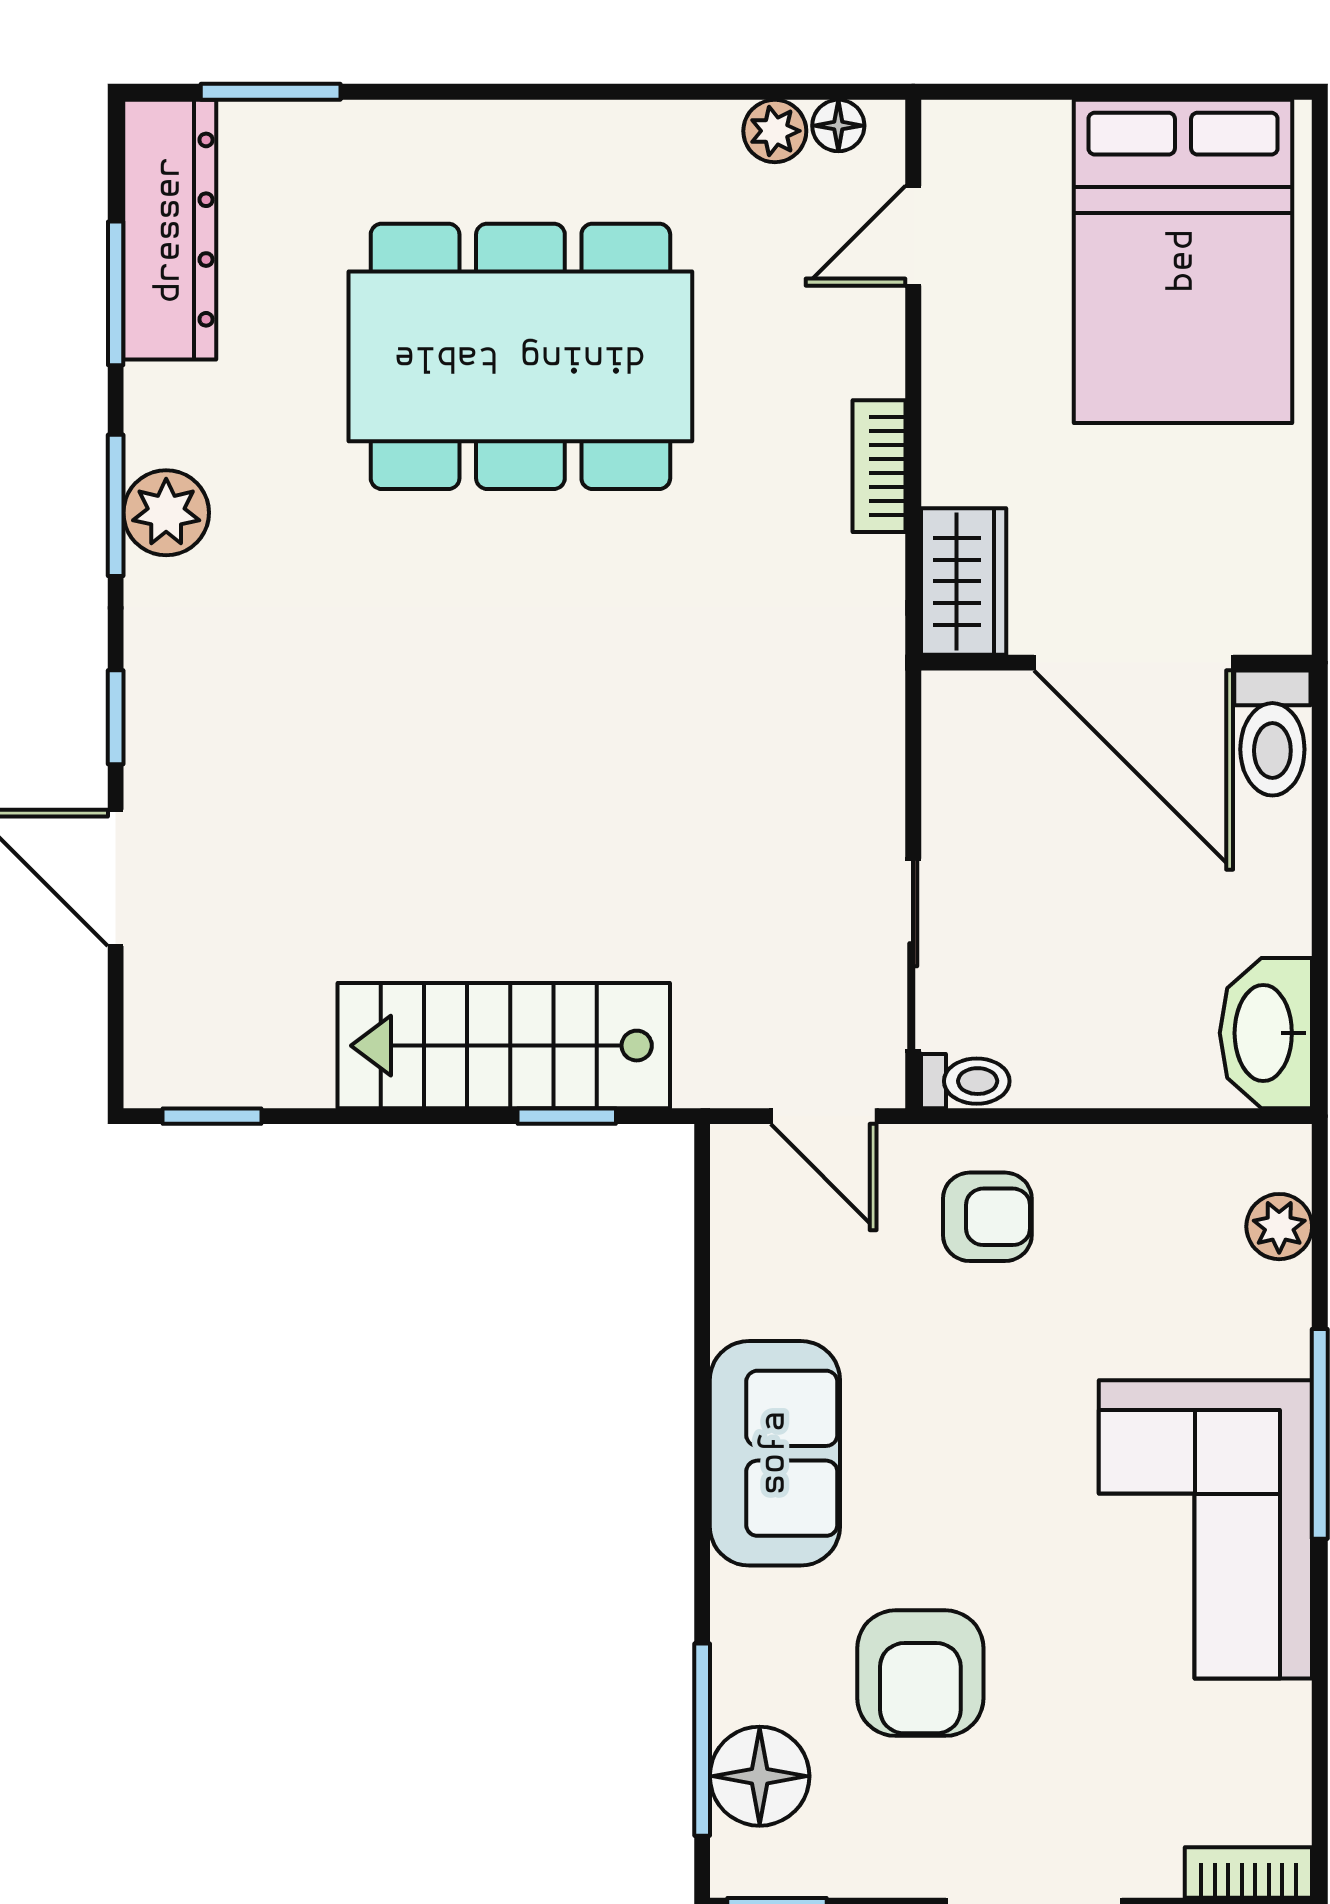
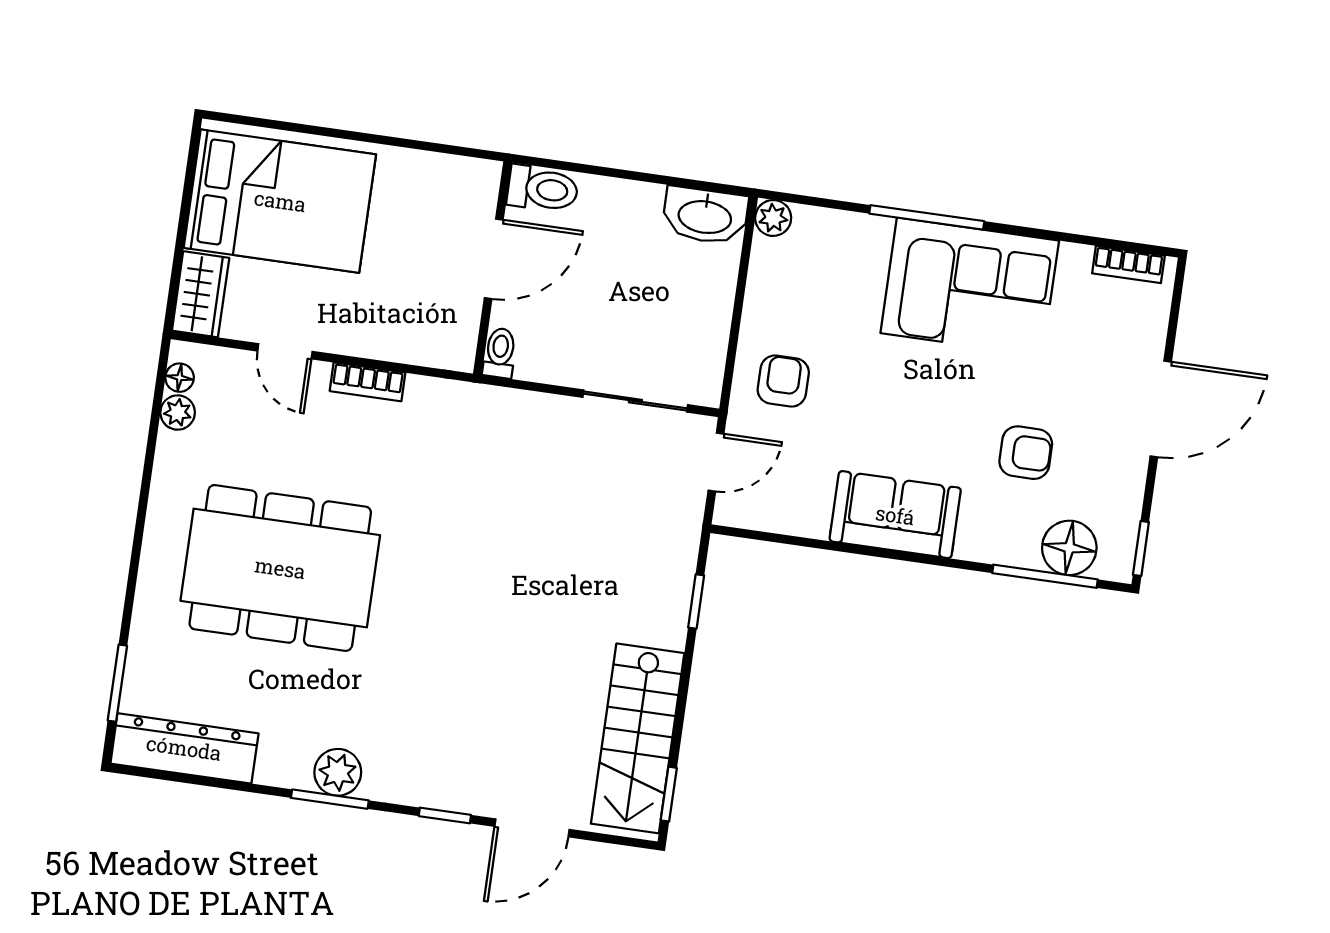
door: (913, 236) -> (285, 351), moved
window: (116, 293) -> (215, 783), removed
dining table: (520, 356) -> (280, 568), turned 90
wardrobe: (964, 581) -> (201, 294), moved, turned 90
door: (1134, 663) -> (494, 259), width x0.73
stairs: (504, 1046) -> (638, 738), moved
toilet: (965, 1081) -> (500, 353), moved
plant: (1279, 1227) -> (773, 218), moved
armchair: (920, 1673) -> (1026, 453), width x0.72, depth x0.72
bookcase: (1248, 1873) -> (1128, 264), moved, turned -90

